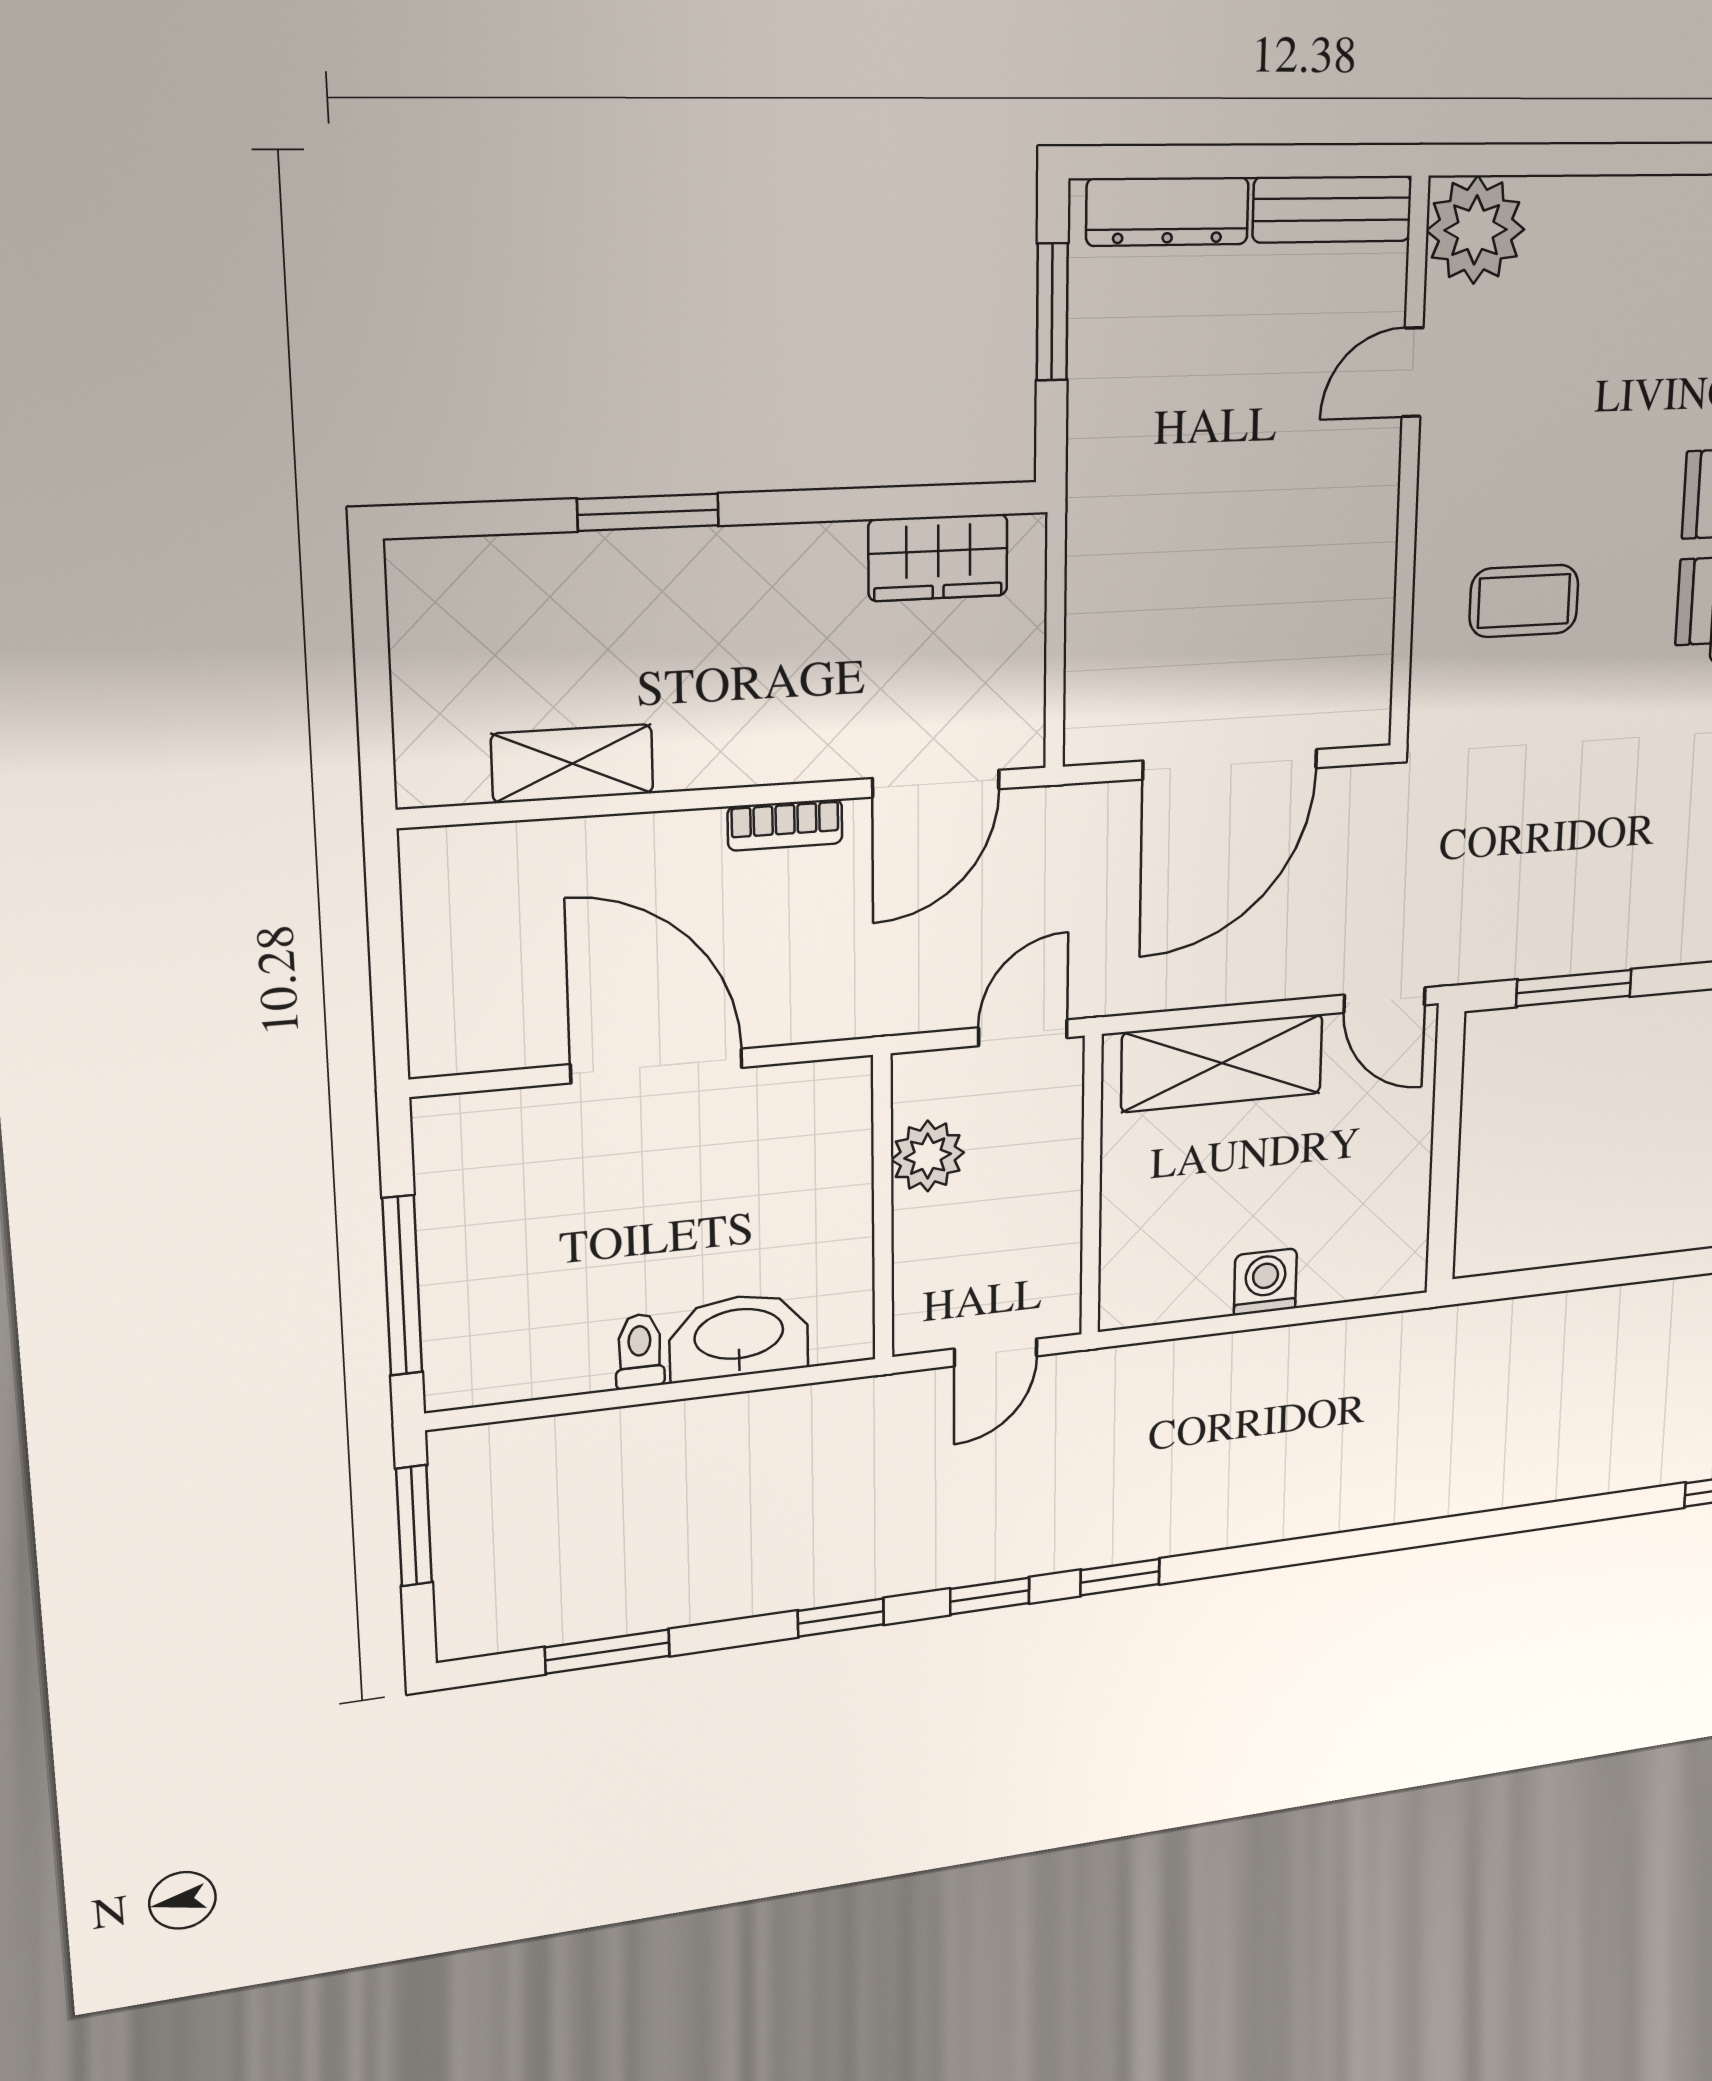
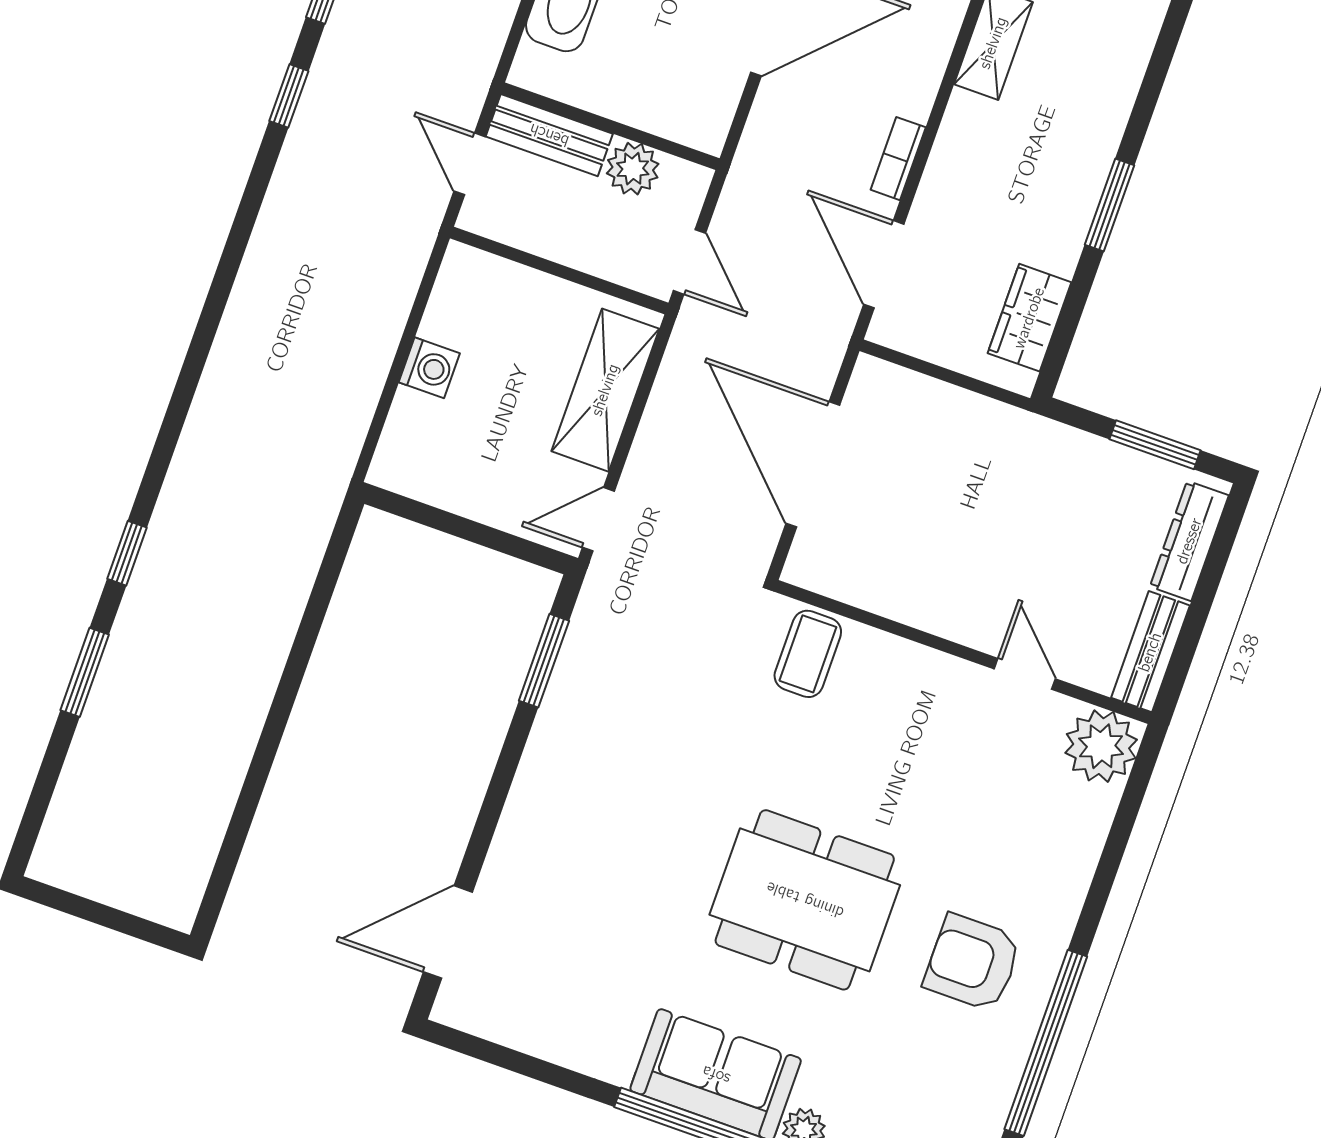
window: (648, 512) -> (1109, 205), moved
coffee table: (1524, 601) -> (808, 654), moved
bench: (923, 1276) -> (549, 135), added
window: (1120, 1577) -> (127, 553), moved

